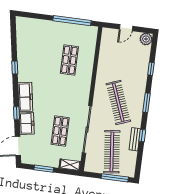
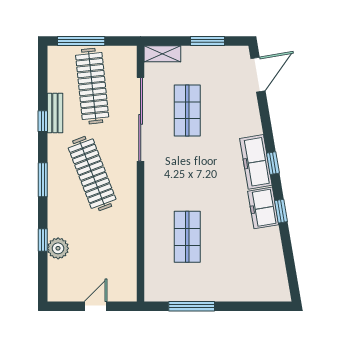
window: (72, 21) -> (192, 306), width x0.68
plant: (146, 39) -> (58, 248), moved
window: (17, 113) -> (273, 163), moved
freezer: (27, 123) -> (263, 208), moved

